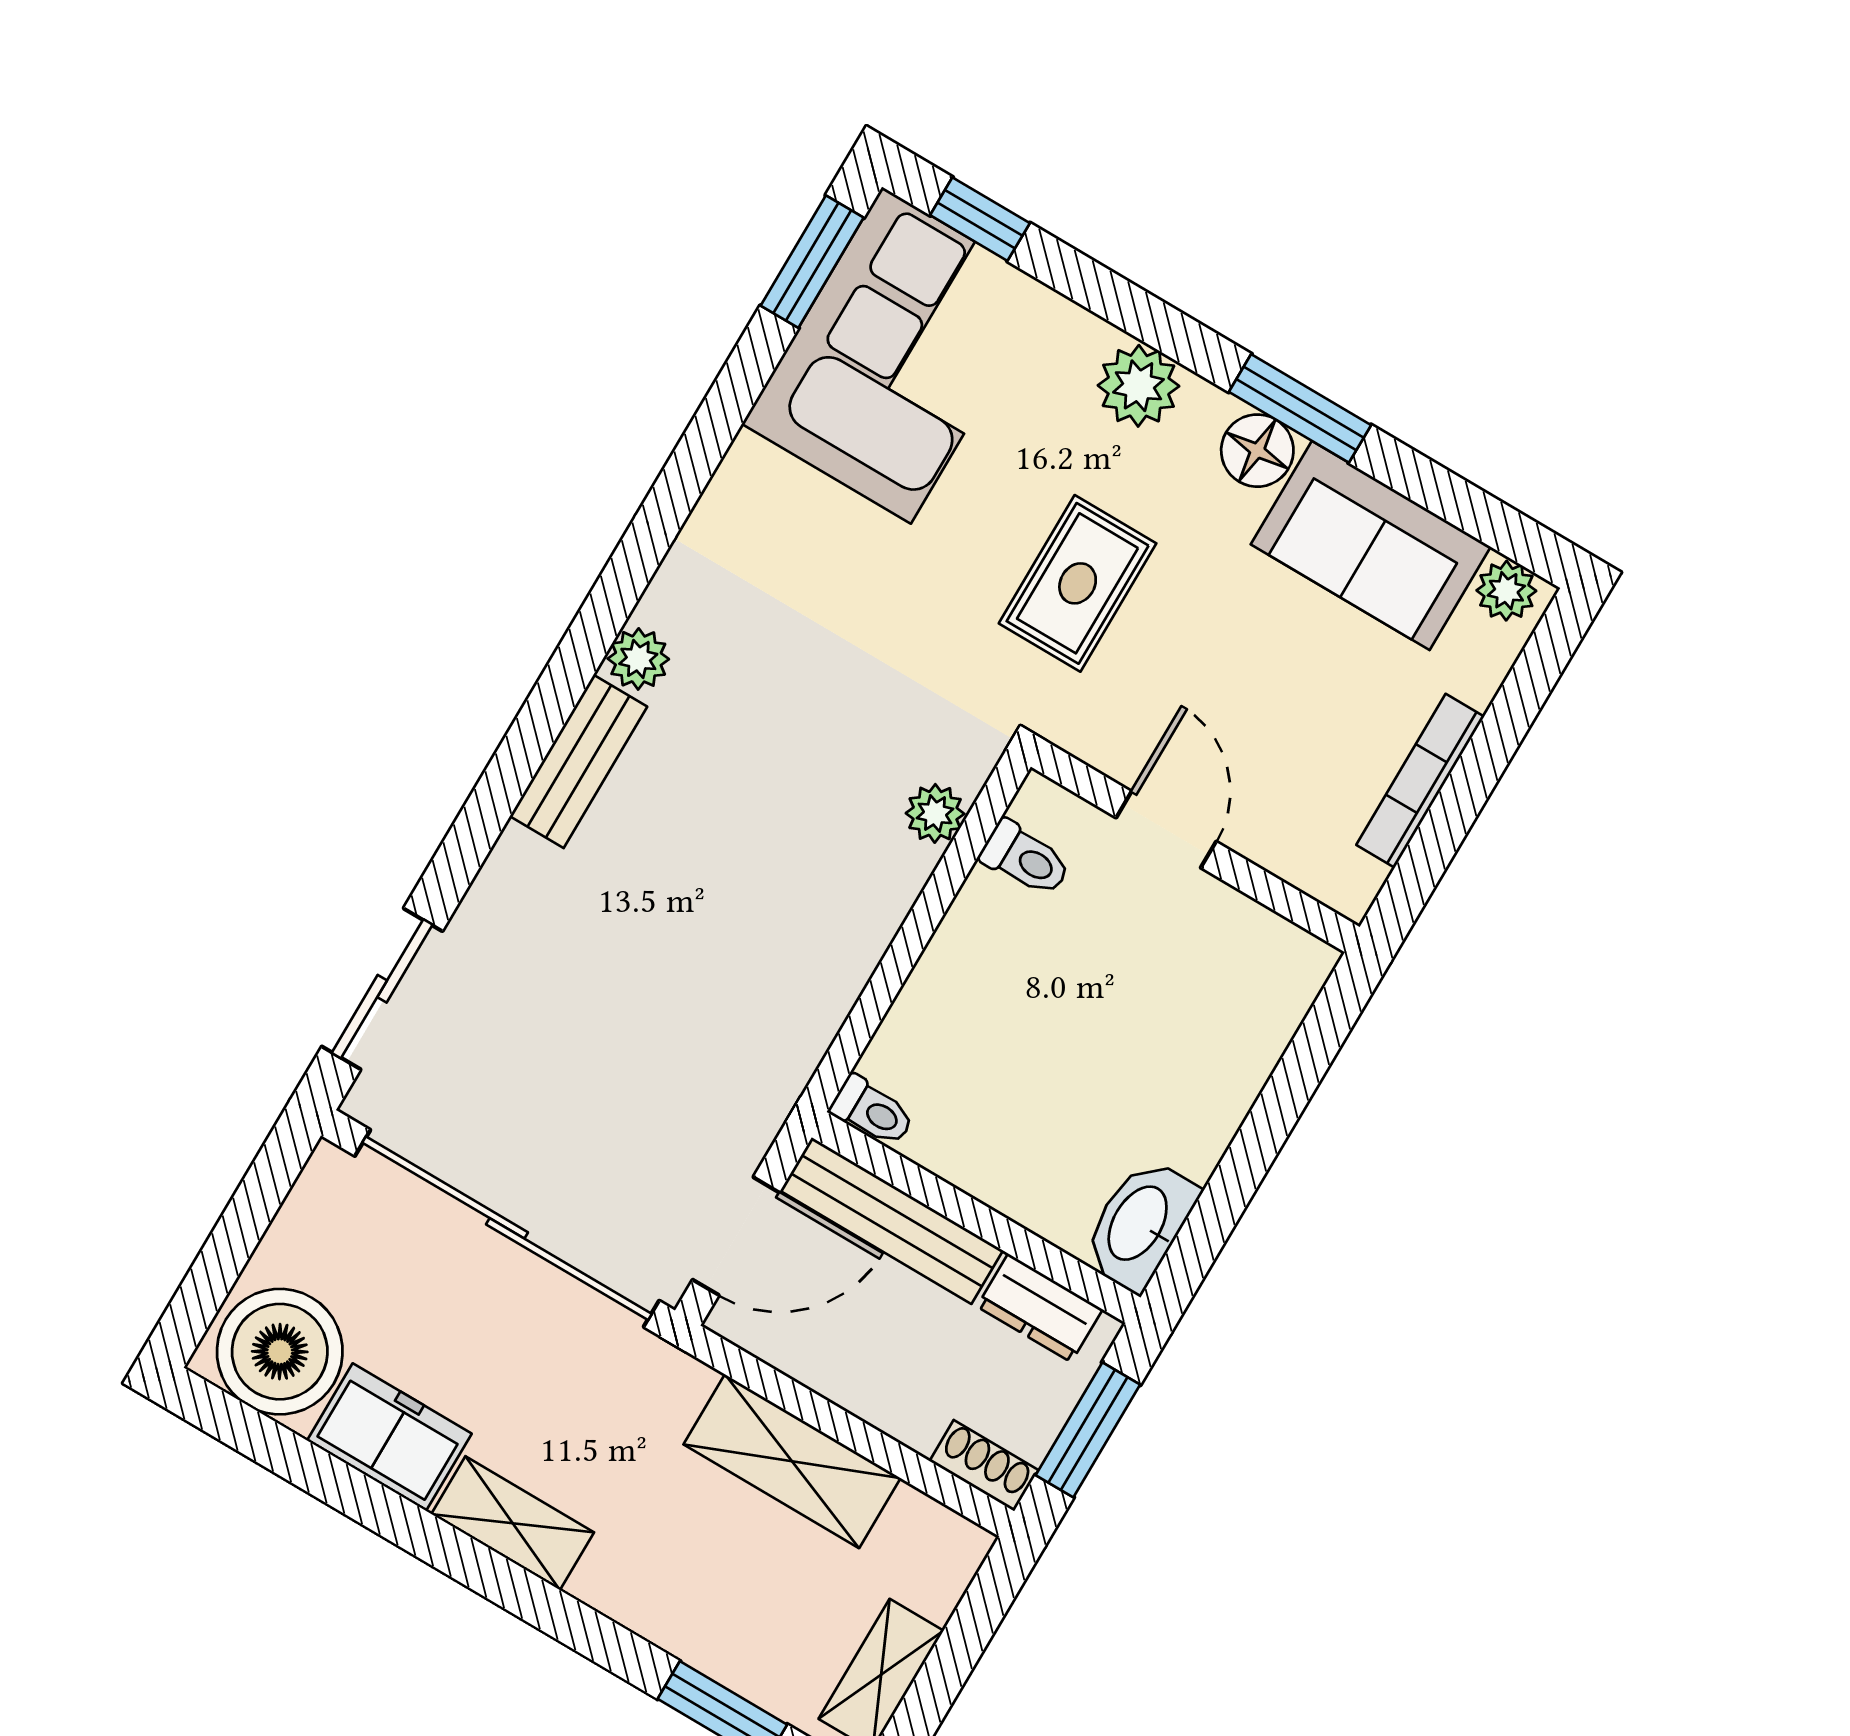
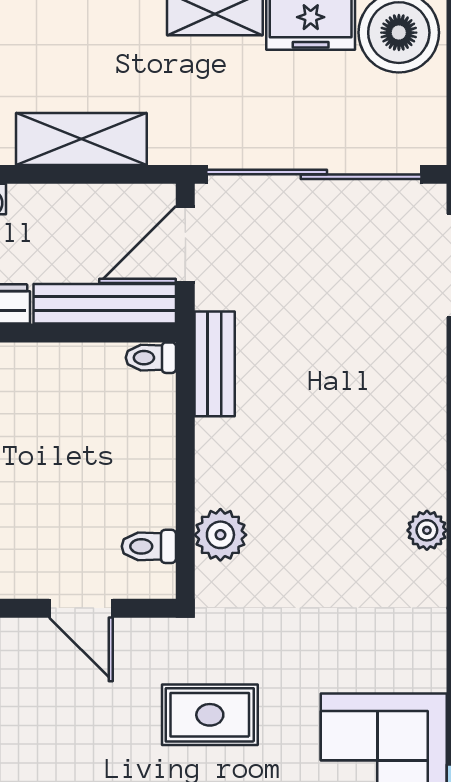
rug: (1078, 583) -> (210, 715), turned 90
bench: (578, 761) -> (215, 364), moved
plant: (935, 813) -> (220, 535), width x1.38, depth x1.38

